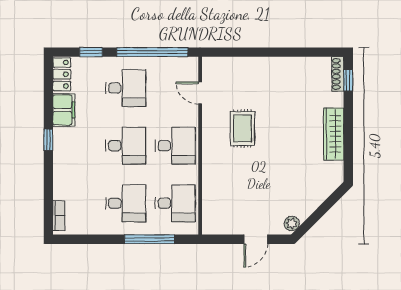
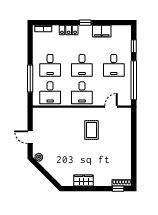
locker: (62, 74) -> (69, 30), moved
rug: (242, 128) -> (92, 130), turned 90
wardrobe: (334, 134) -> (84, 180), width x0.67

